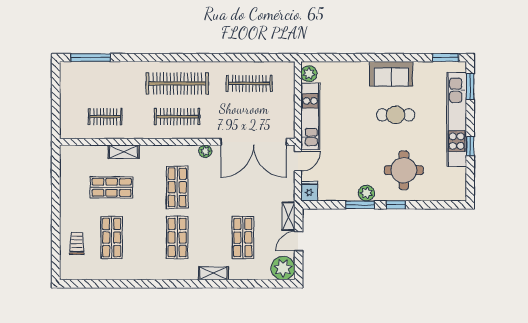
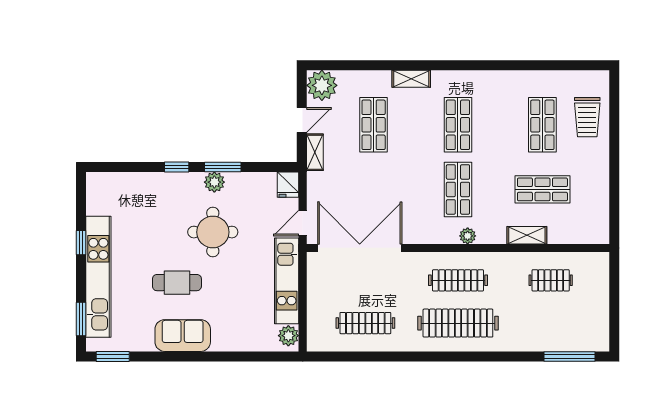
plant: (205, 151) -> (468, 236), moved
round table: (404, 170) -> (213, 232), moved
trolley: (77, 243) -> (587, 117), width x1.36, depth x1.39

